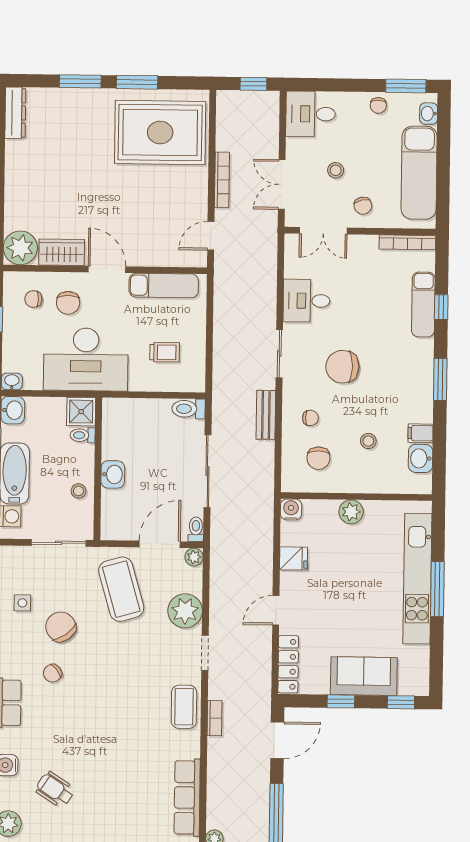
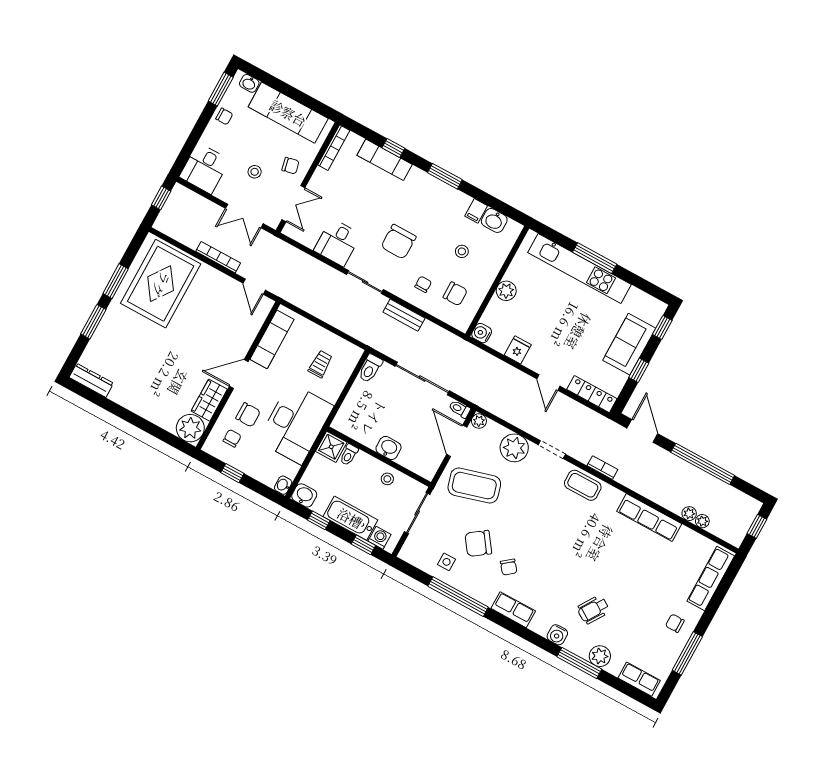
chair: (33, 299) -> (232, 438), turned 180

